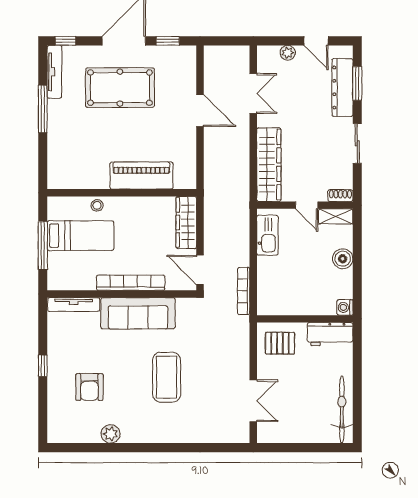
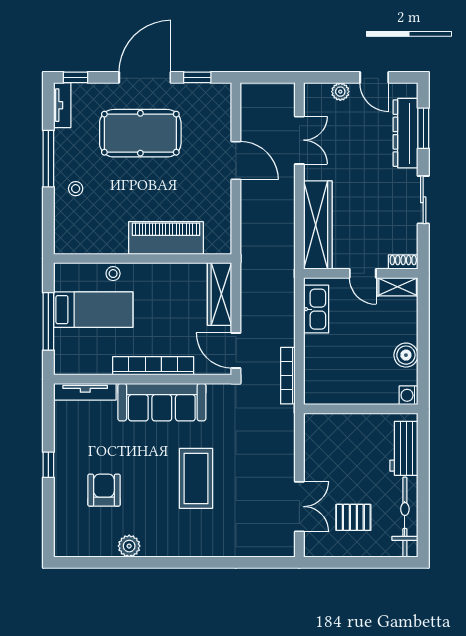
tv unit: (54, 72) -> (62, 105), width x0.71
stool: (66, 134) -> (76, 189), added
boiler: (343, 259) -> (406, 355), moved
workbench: (330, 334) -> (404, 448), moved, turned 90
pallet: (280, 343) -> (353, 517), moved
armchair: (89, 387) -> (104, 490), turned 180

